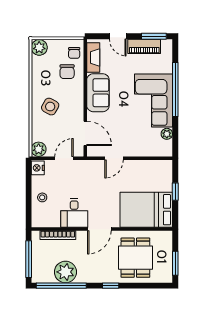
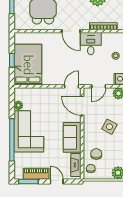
door: (114, 158) -> (72, 86), moved
bed: (146, 210) -> (28, 65), moved, turned -90
door: (99, 229) -> (71, 31), swing flipped

